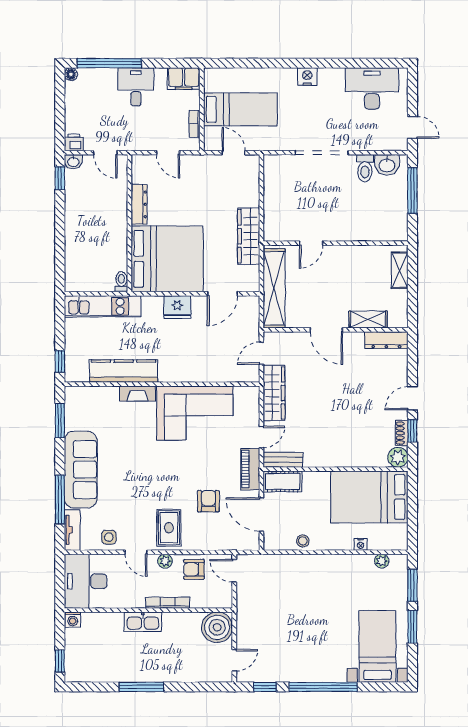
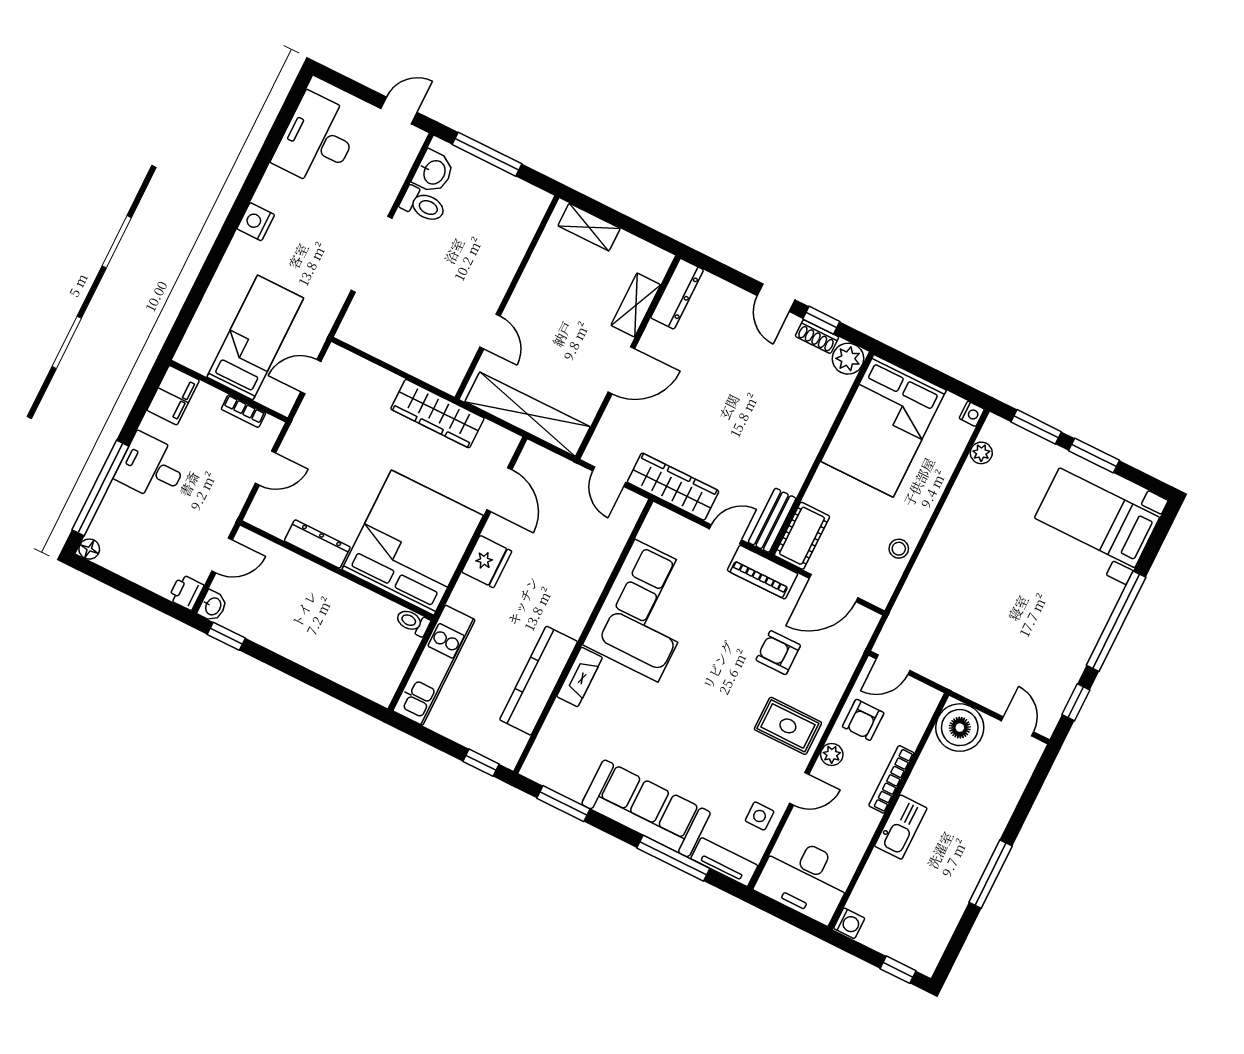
door: (261, 437) -> (725, 534), hinge flipped
nightstand: (361, 544) -> (972, 414), moved

